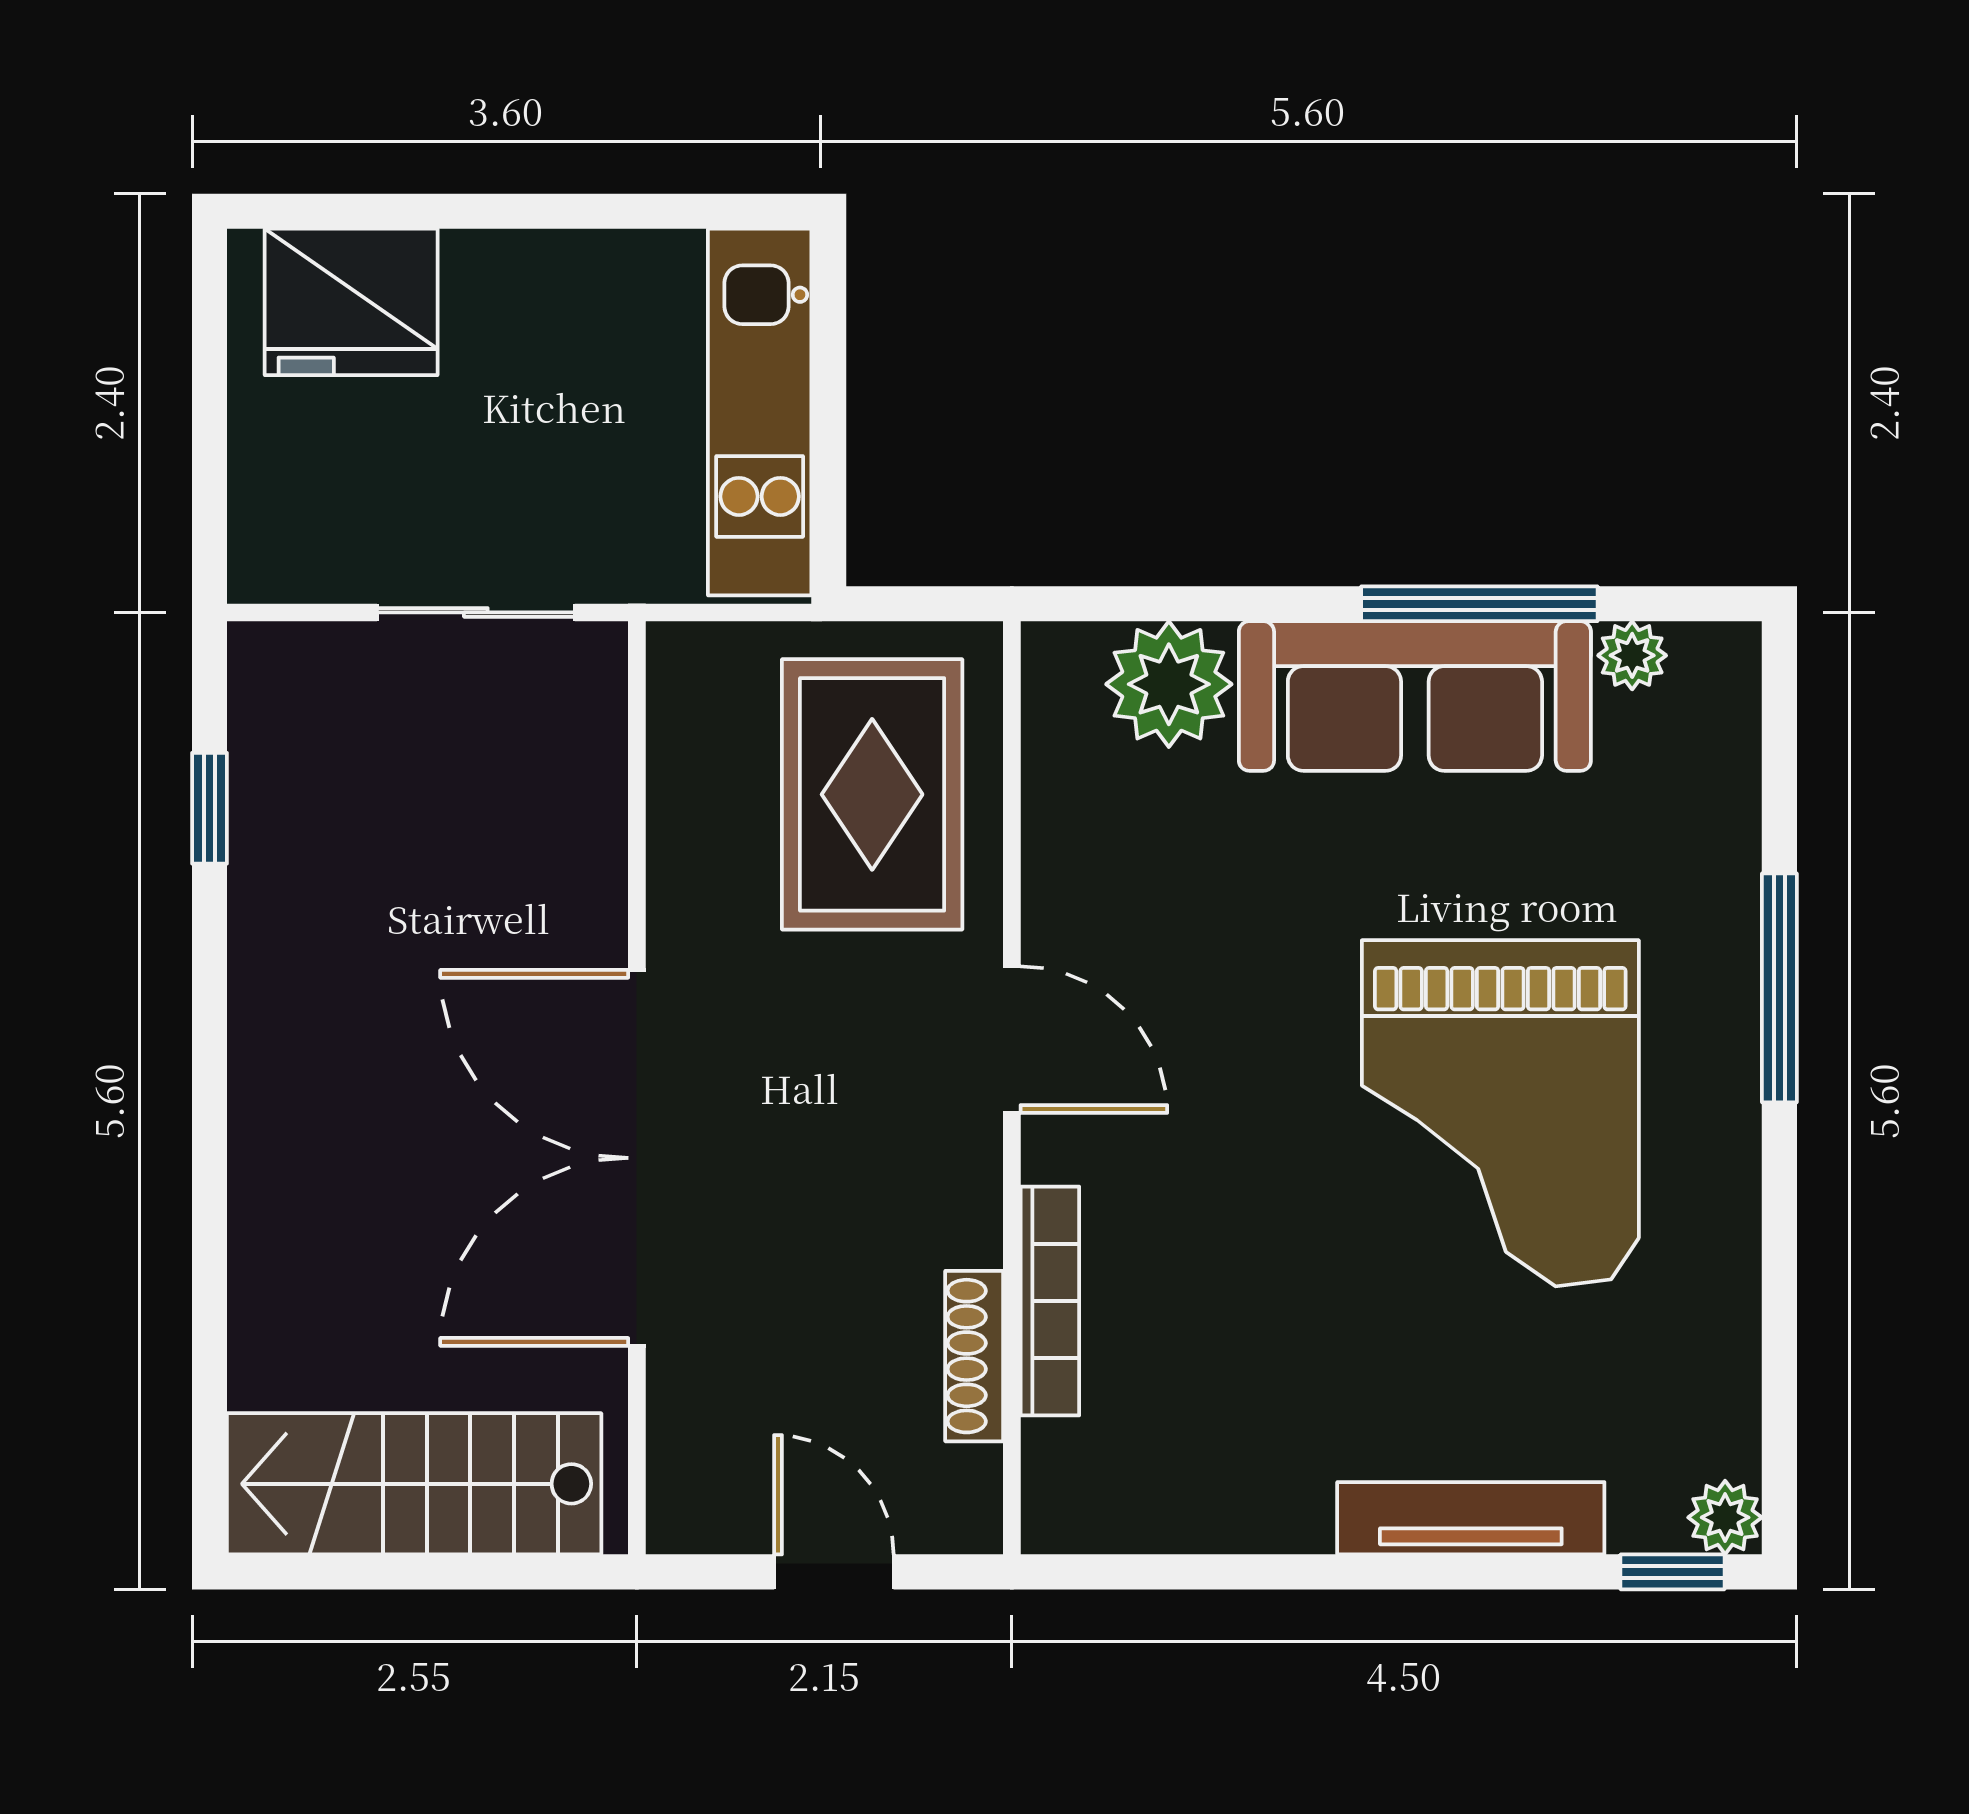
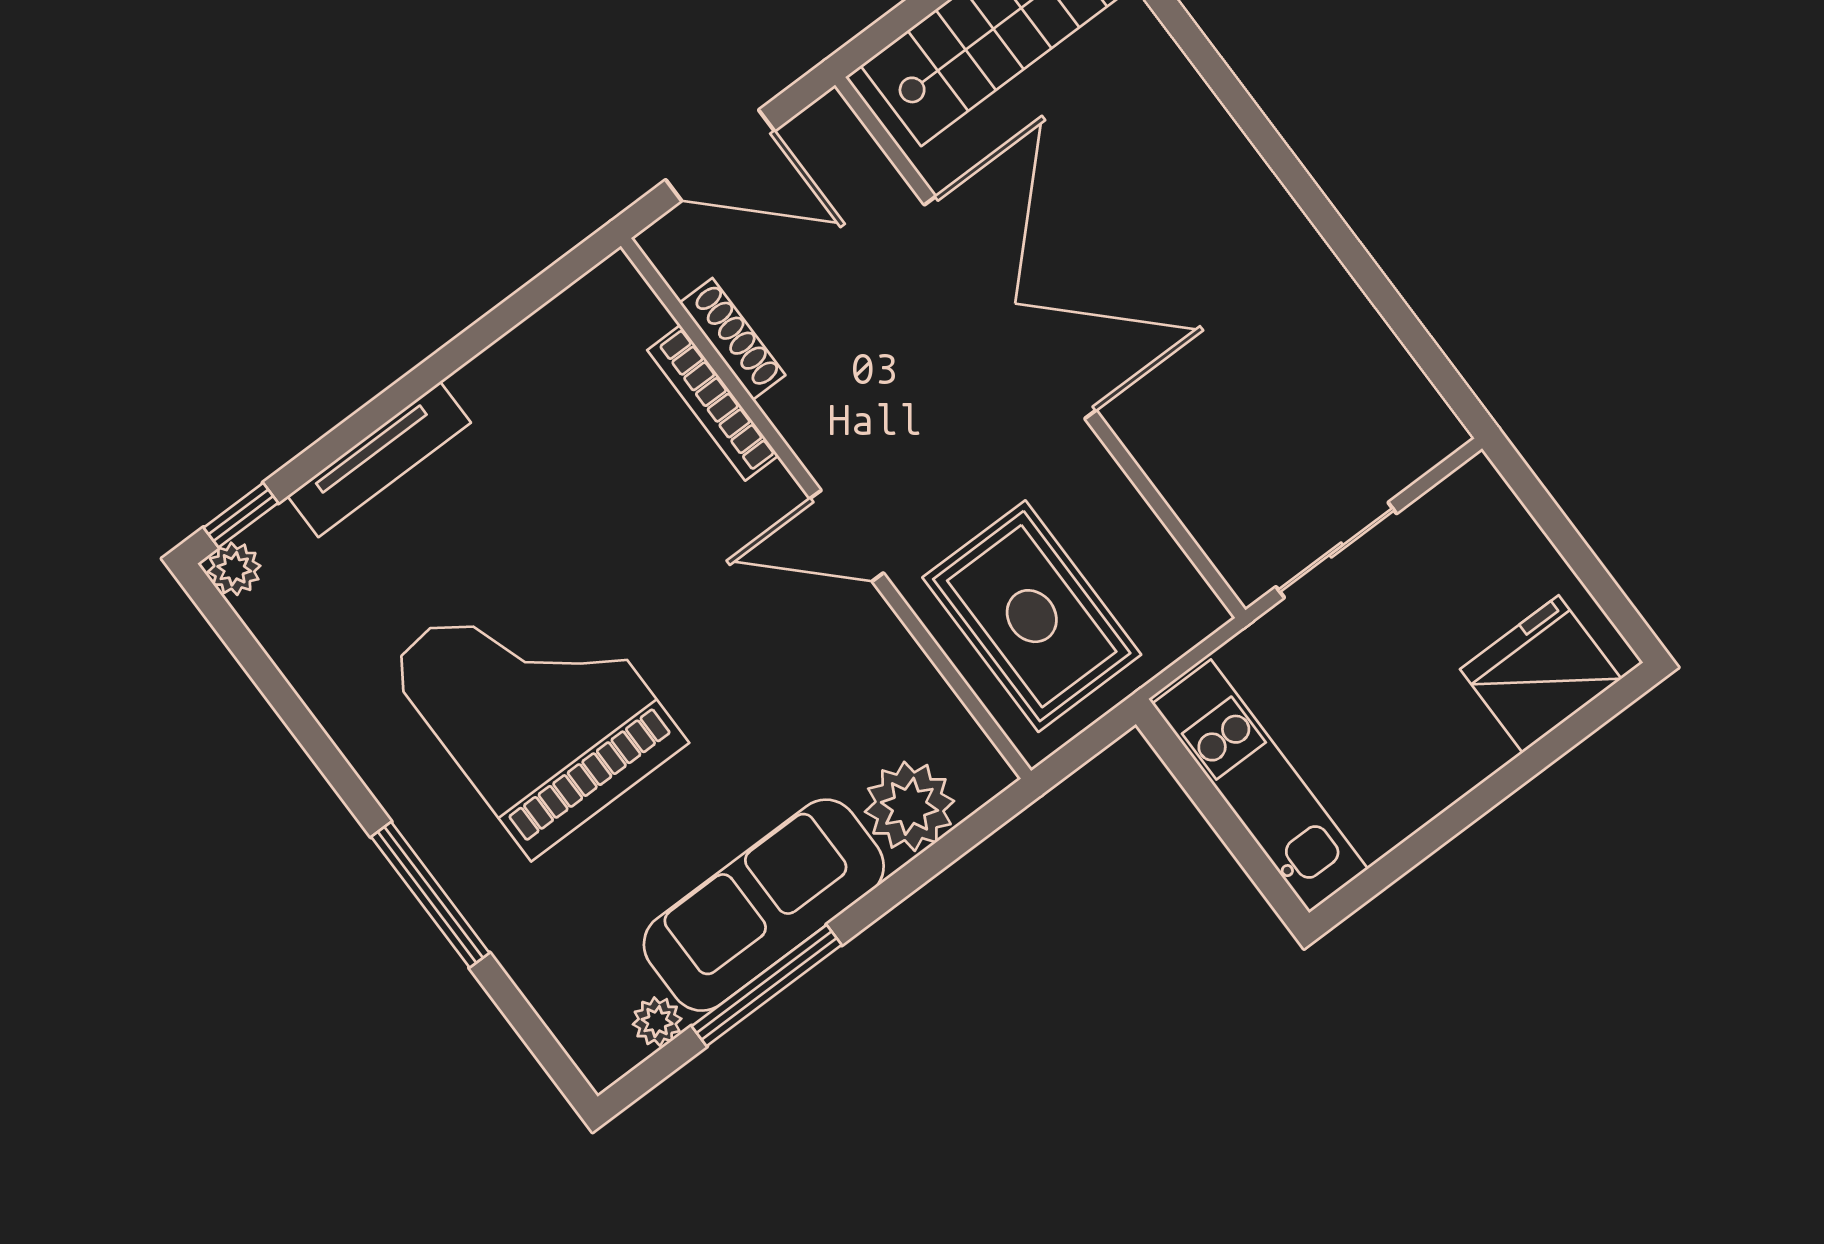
window: (209, 808) -> (1404, 324), removed
door: (834, 1572) -> (720, 155), width x1.38

